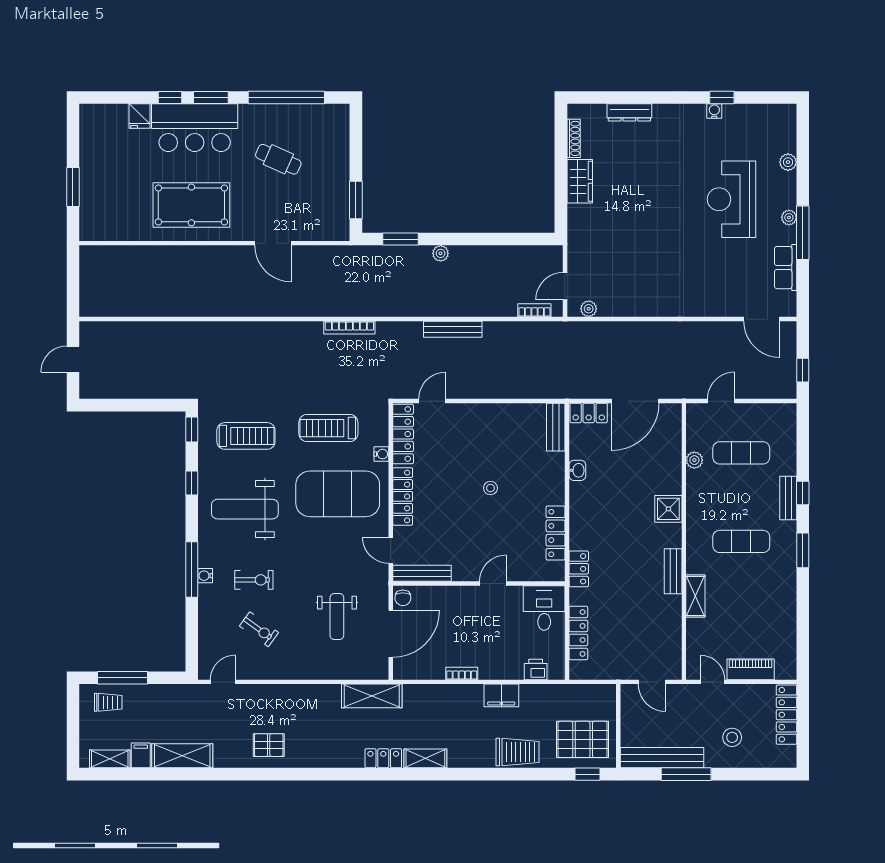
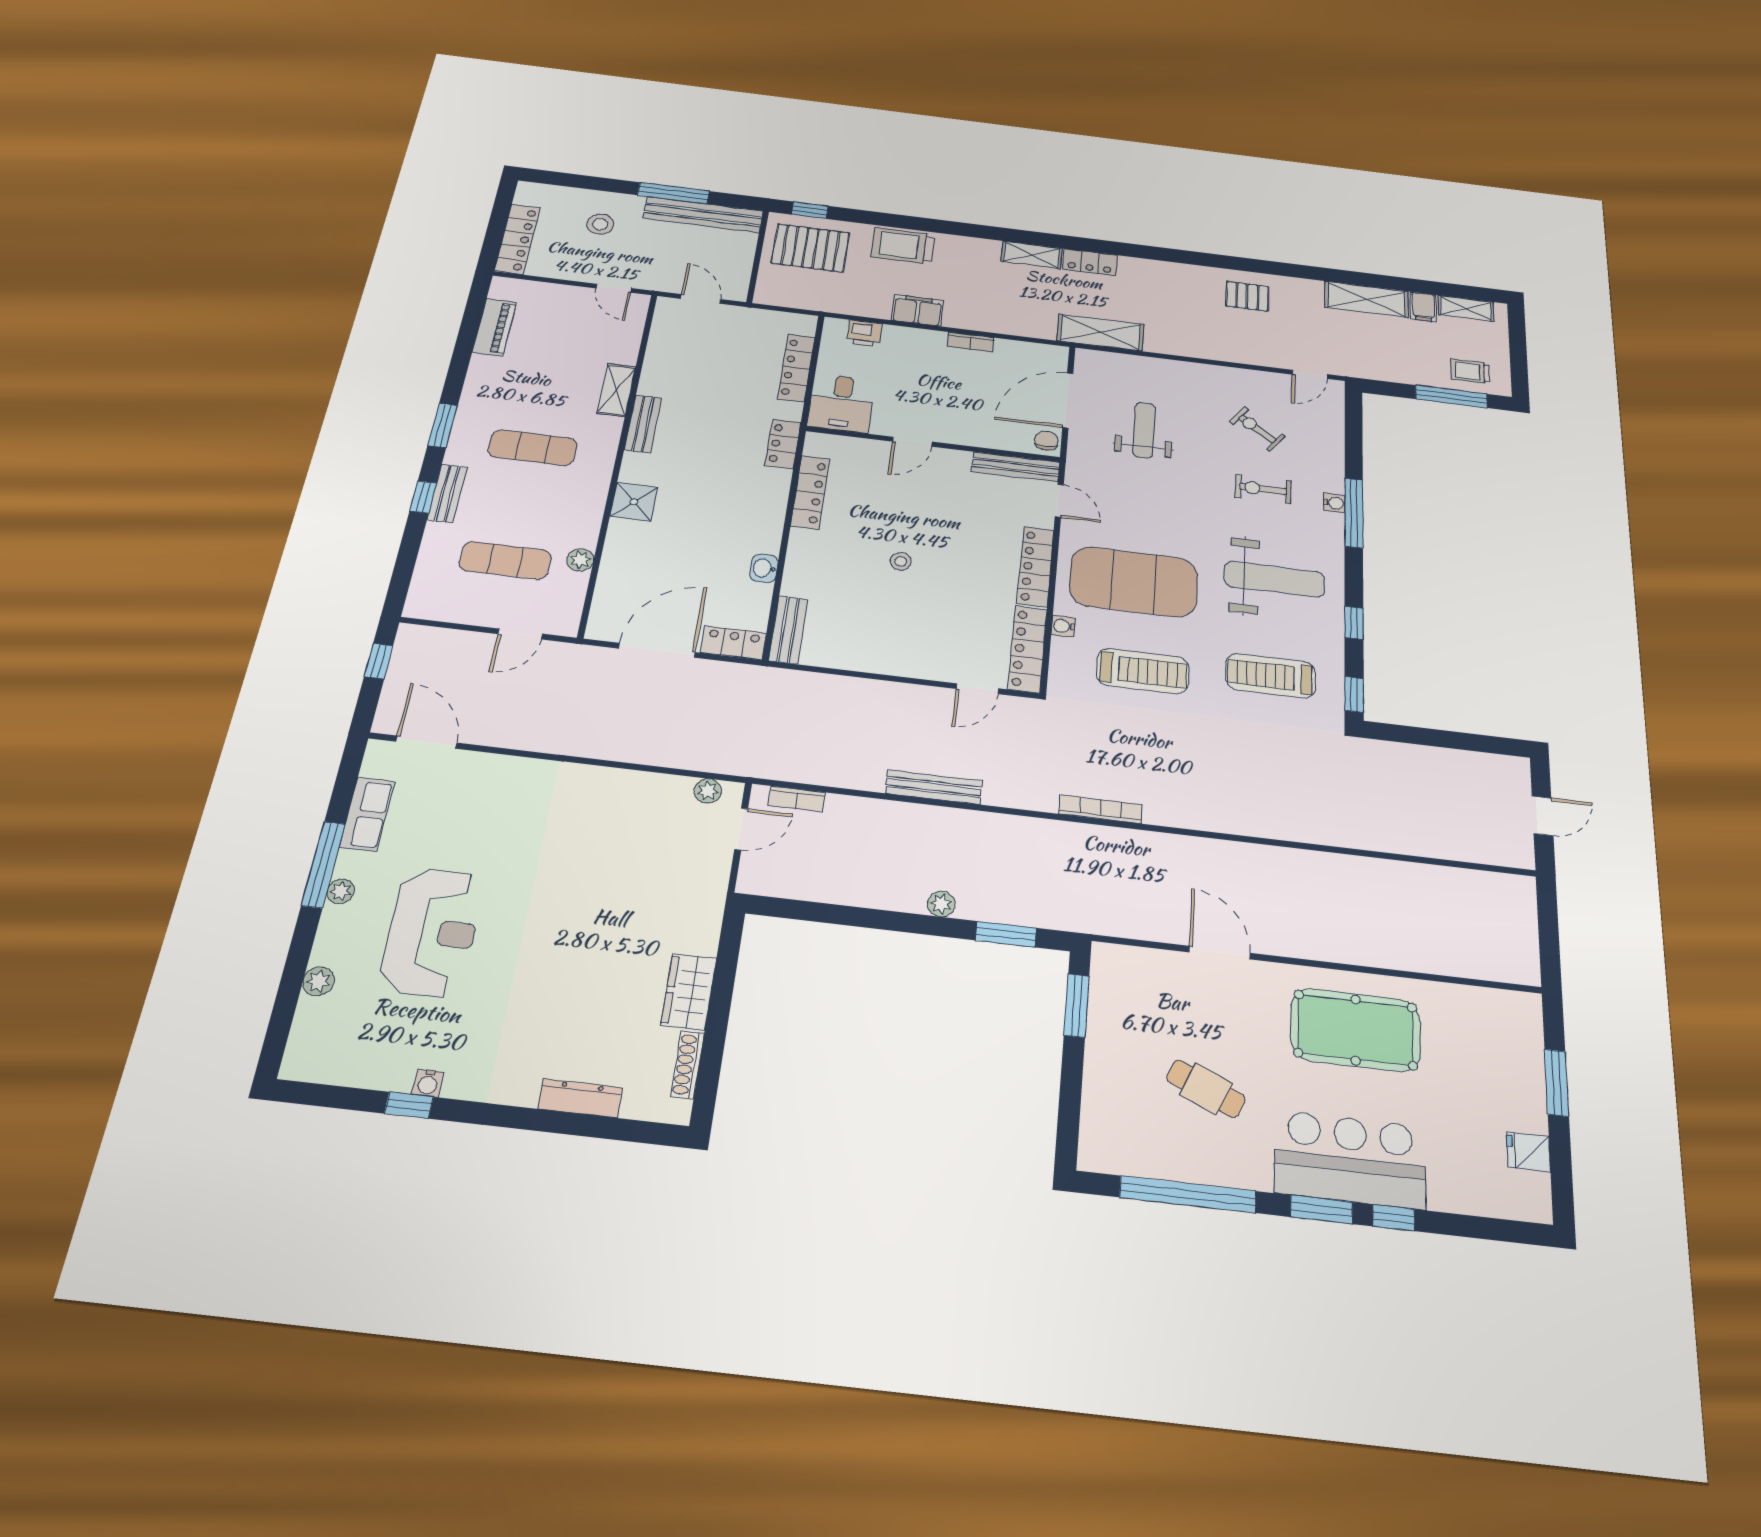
fridge: (140, 116) -> (1529, 1152), moved, turned -90
piano: (751, 669) -> (494, 327), moved, turned -90

